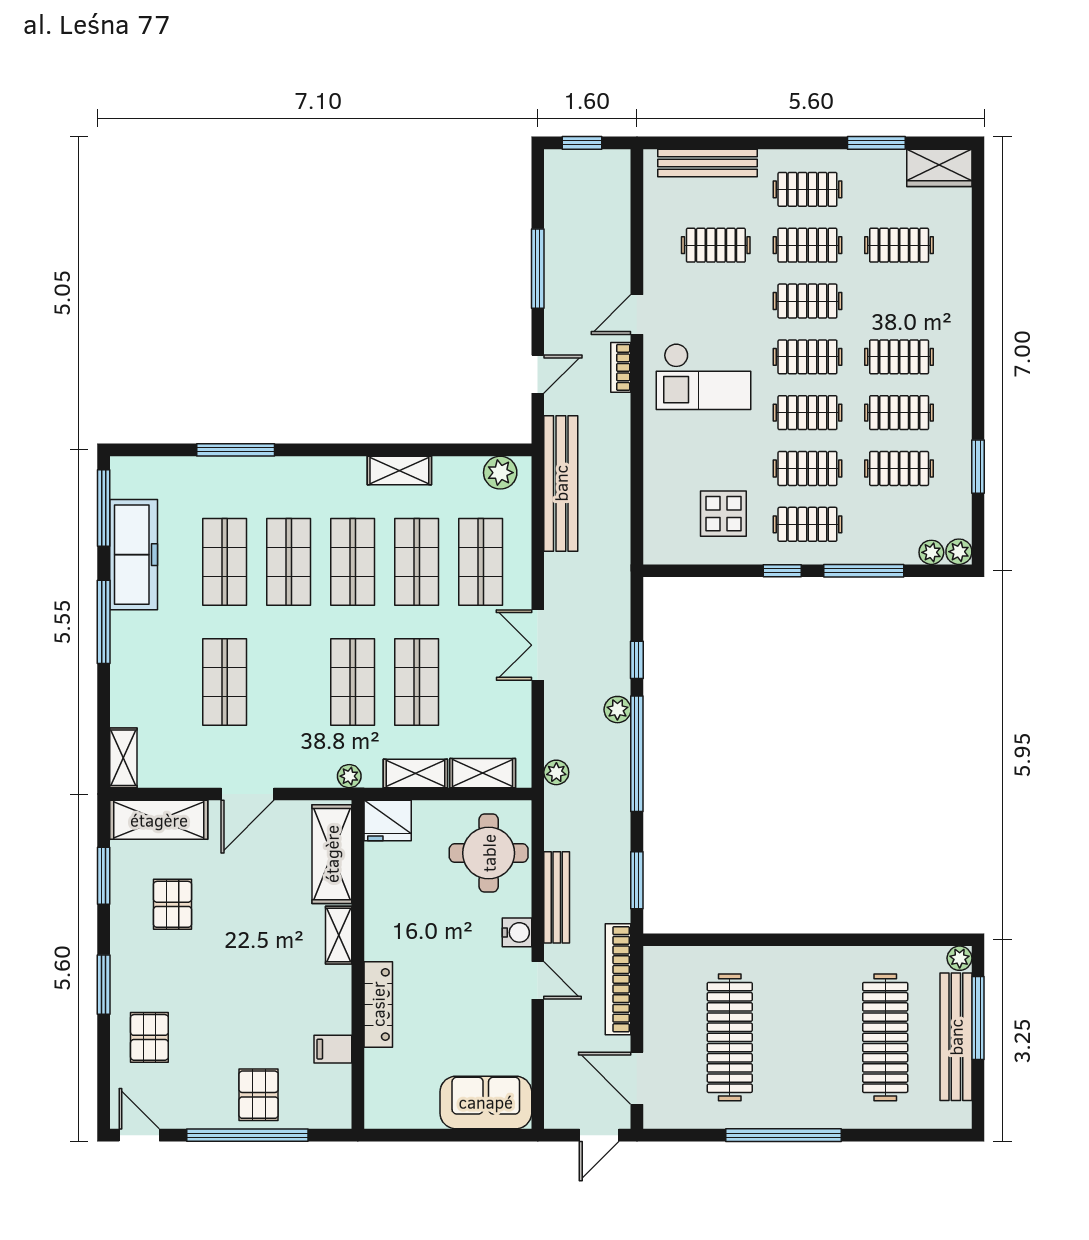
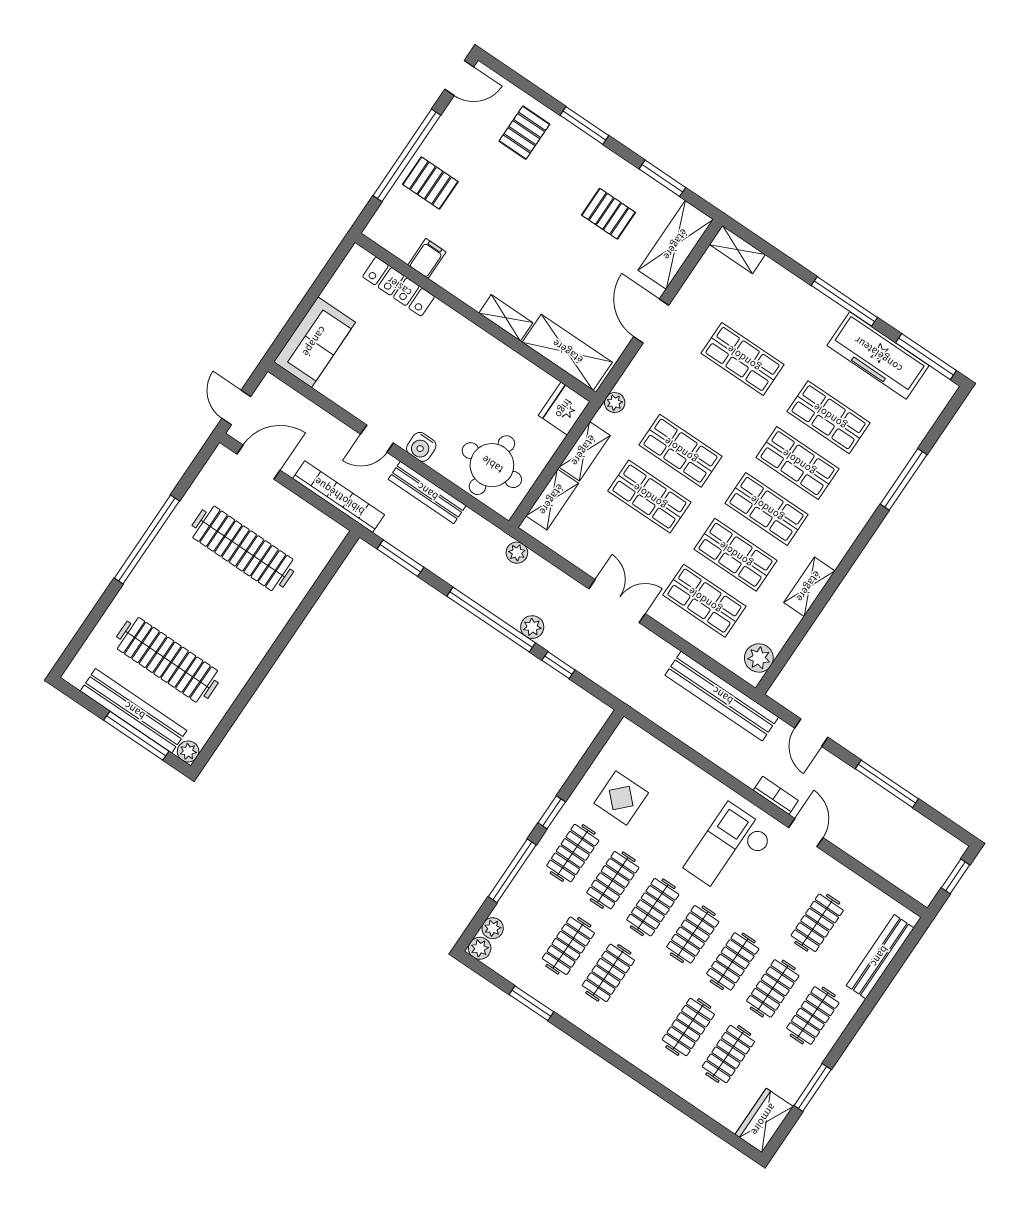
clothes rail: (899, 357) -> (688, 1027), moved
locker: (378, 1004) -> (399, 287), moved
pallet: (149, 1037) -> (524, 133), turned 90

